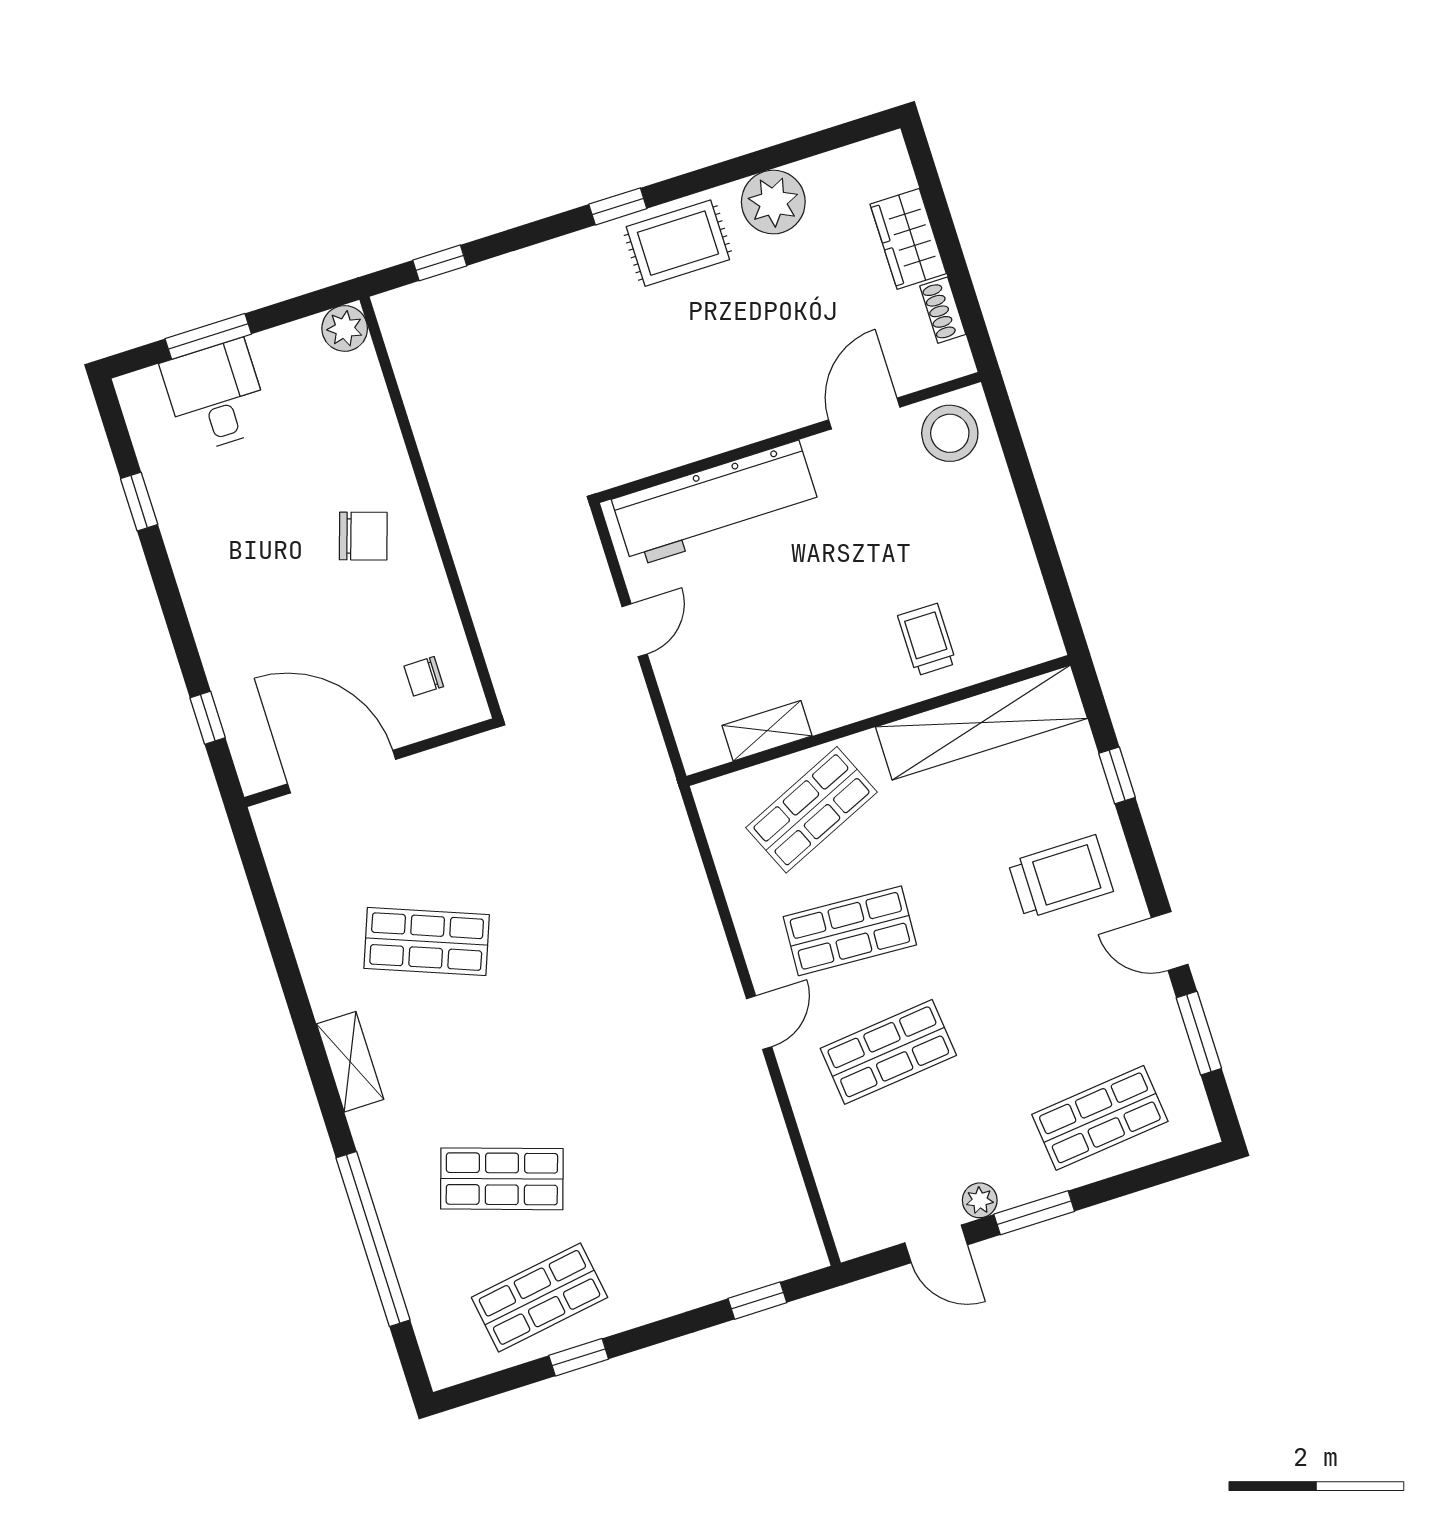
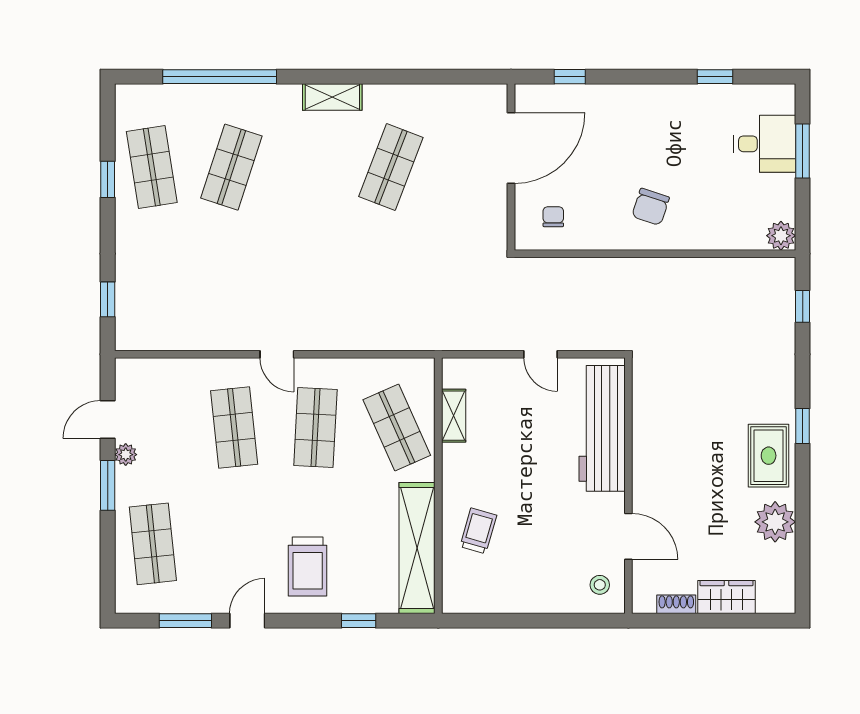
stool: (950, 433) -> (600, 585), width x0.53, depth x0.53
trolley: (927, 640) -> (478, 531), turned -74

